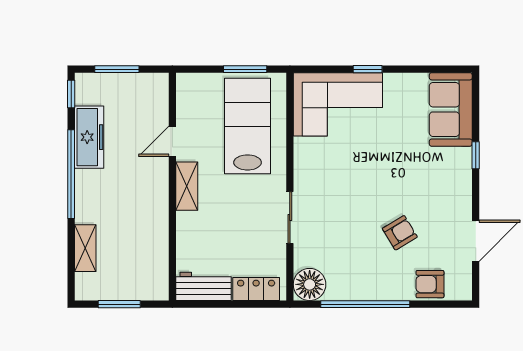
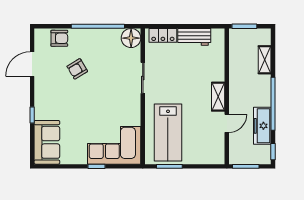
door: (172, 141) -> (227, 123), moved
shelving: (187, 186) -> (218, 97), moved
wall: (172, 187) -> (227, 96), moved

